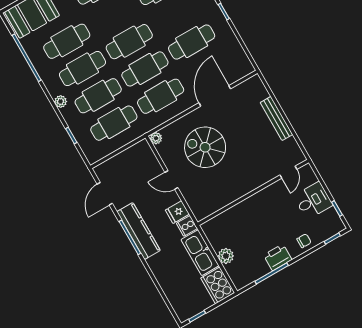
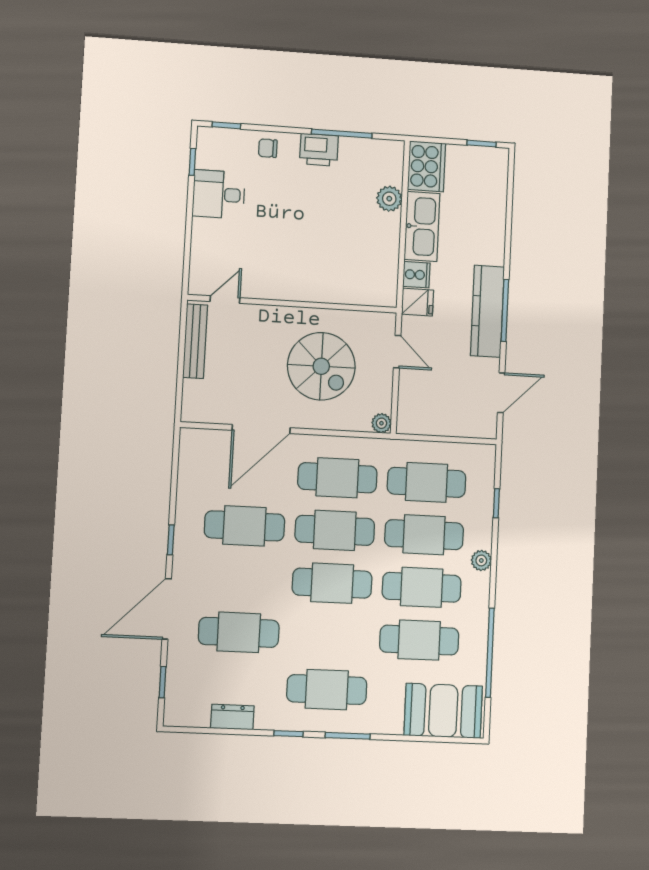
door: (288, 172) -> (225, 300), moved
wall: (253, 192) -> (293, 304), moved

